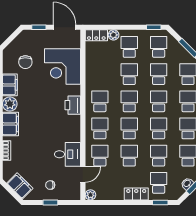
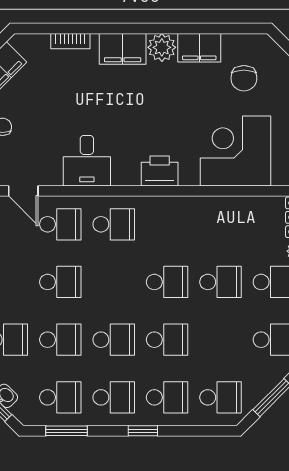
chair: (25, 62) -> (244, 78), turned -90
school desk: (159, 74) -> (220, 340), removed
school desk: (100, 101) -> (167, 224), removed
school desk: (129, 128) -> (114, 282), removed
desk: (67, 154) -> (87, 161), moved

